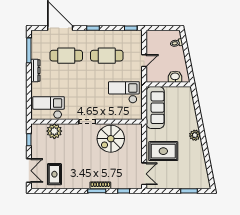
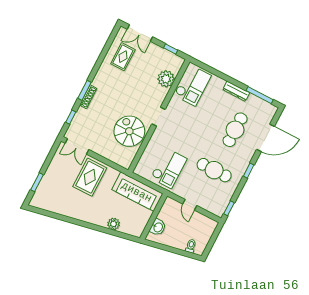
cafe table: (107, 56) -> (214, 170), turned 90
plant: (195, 135) -> (114, 224), moved
rug: (54, 174) -> (123, 57), turned 90

